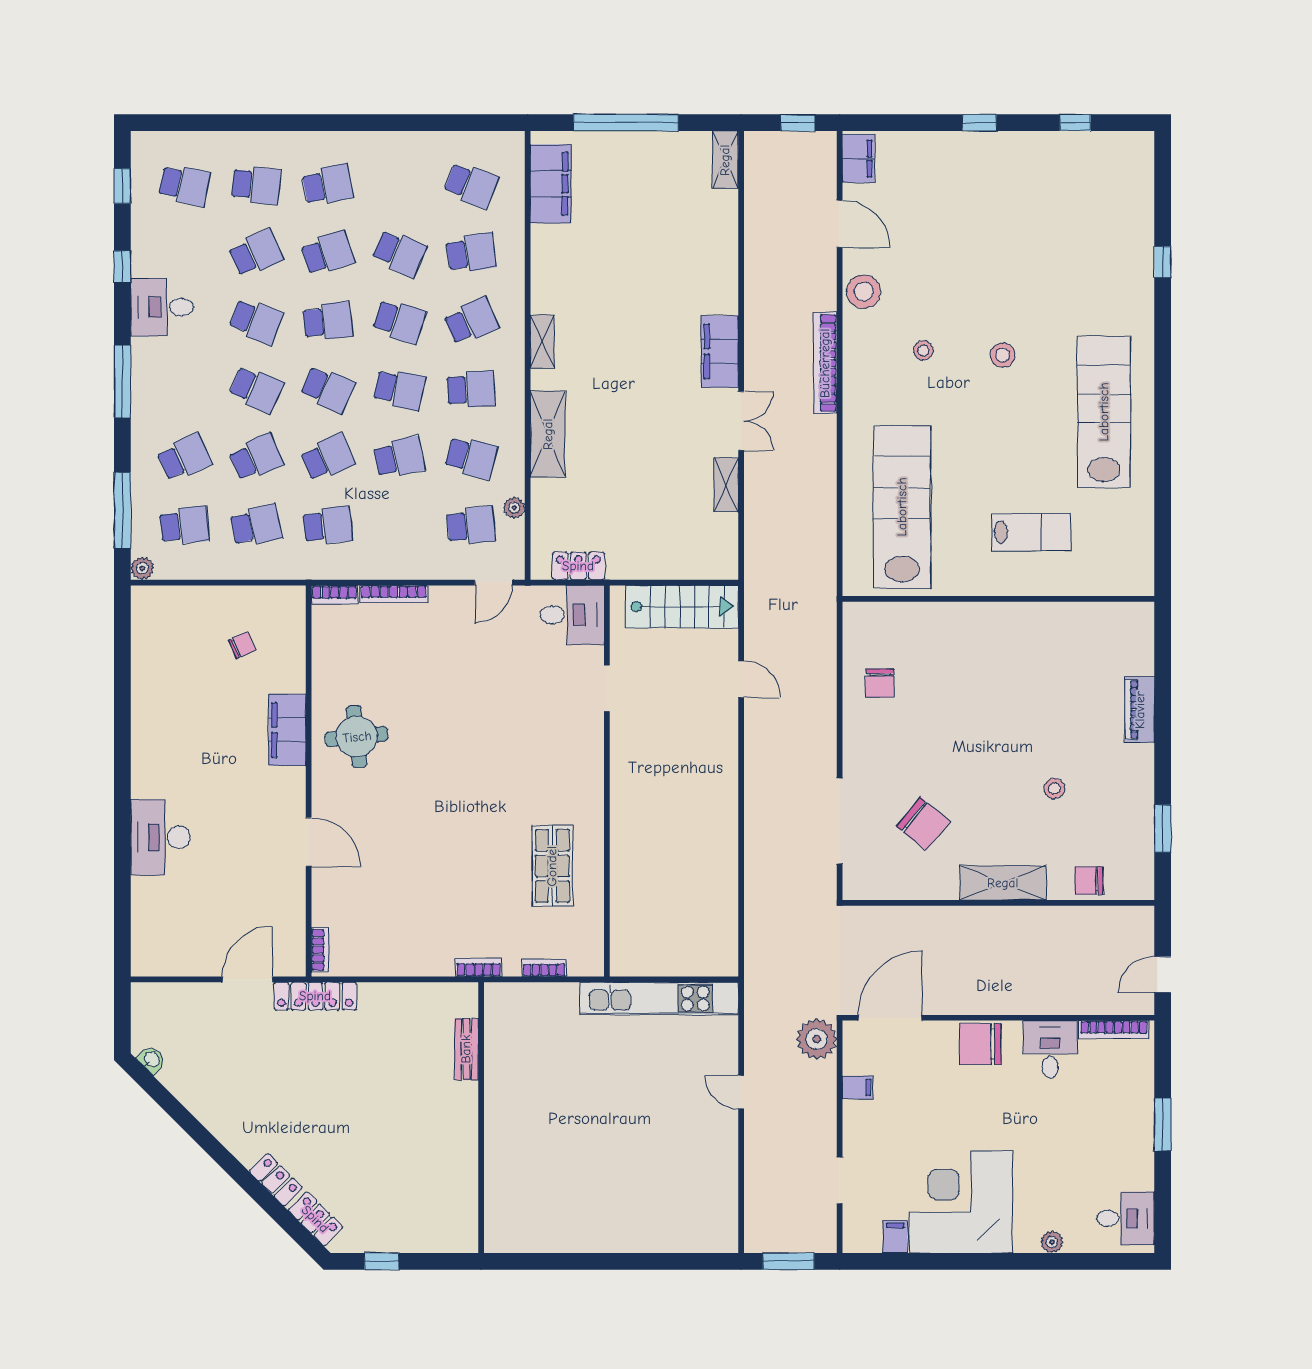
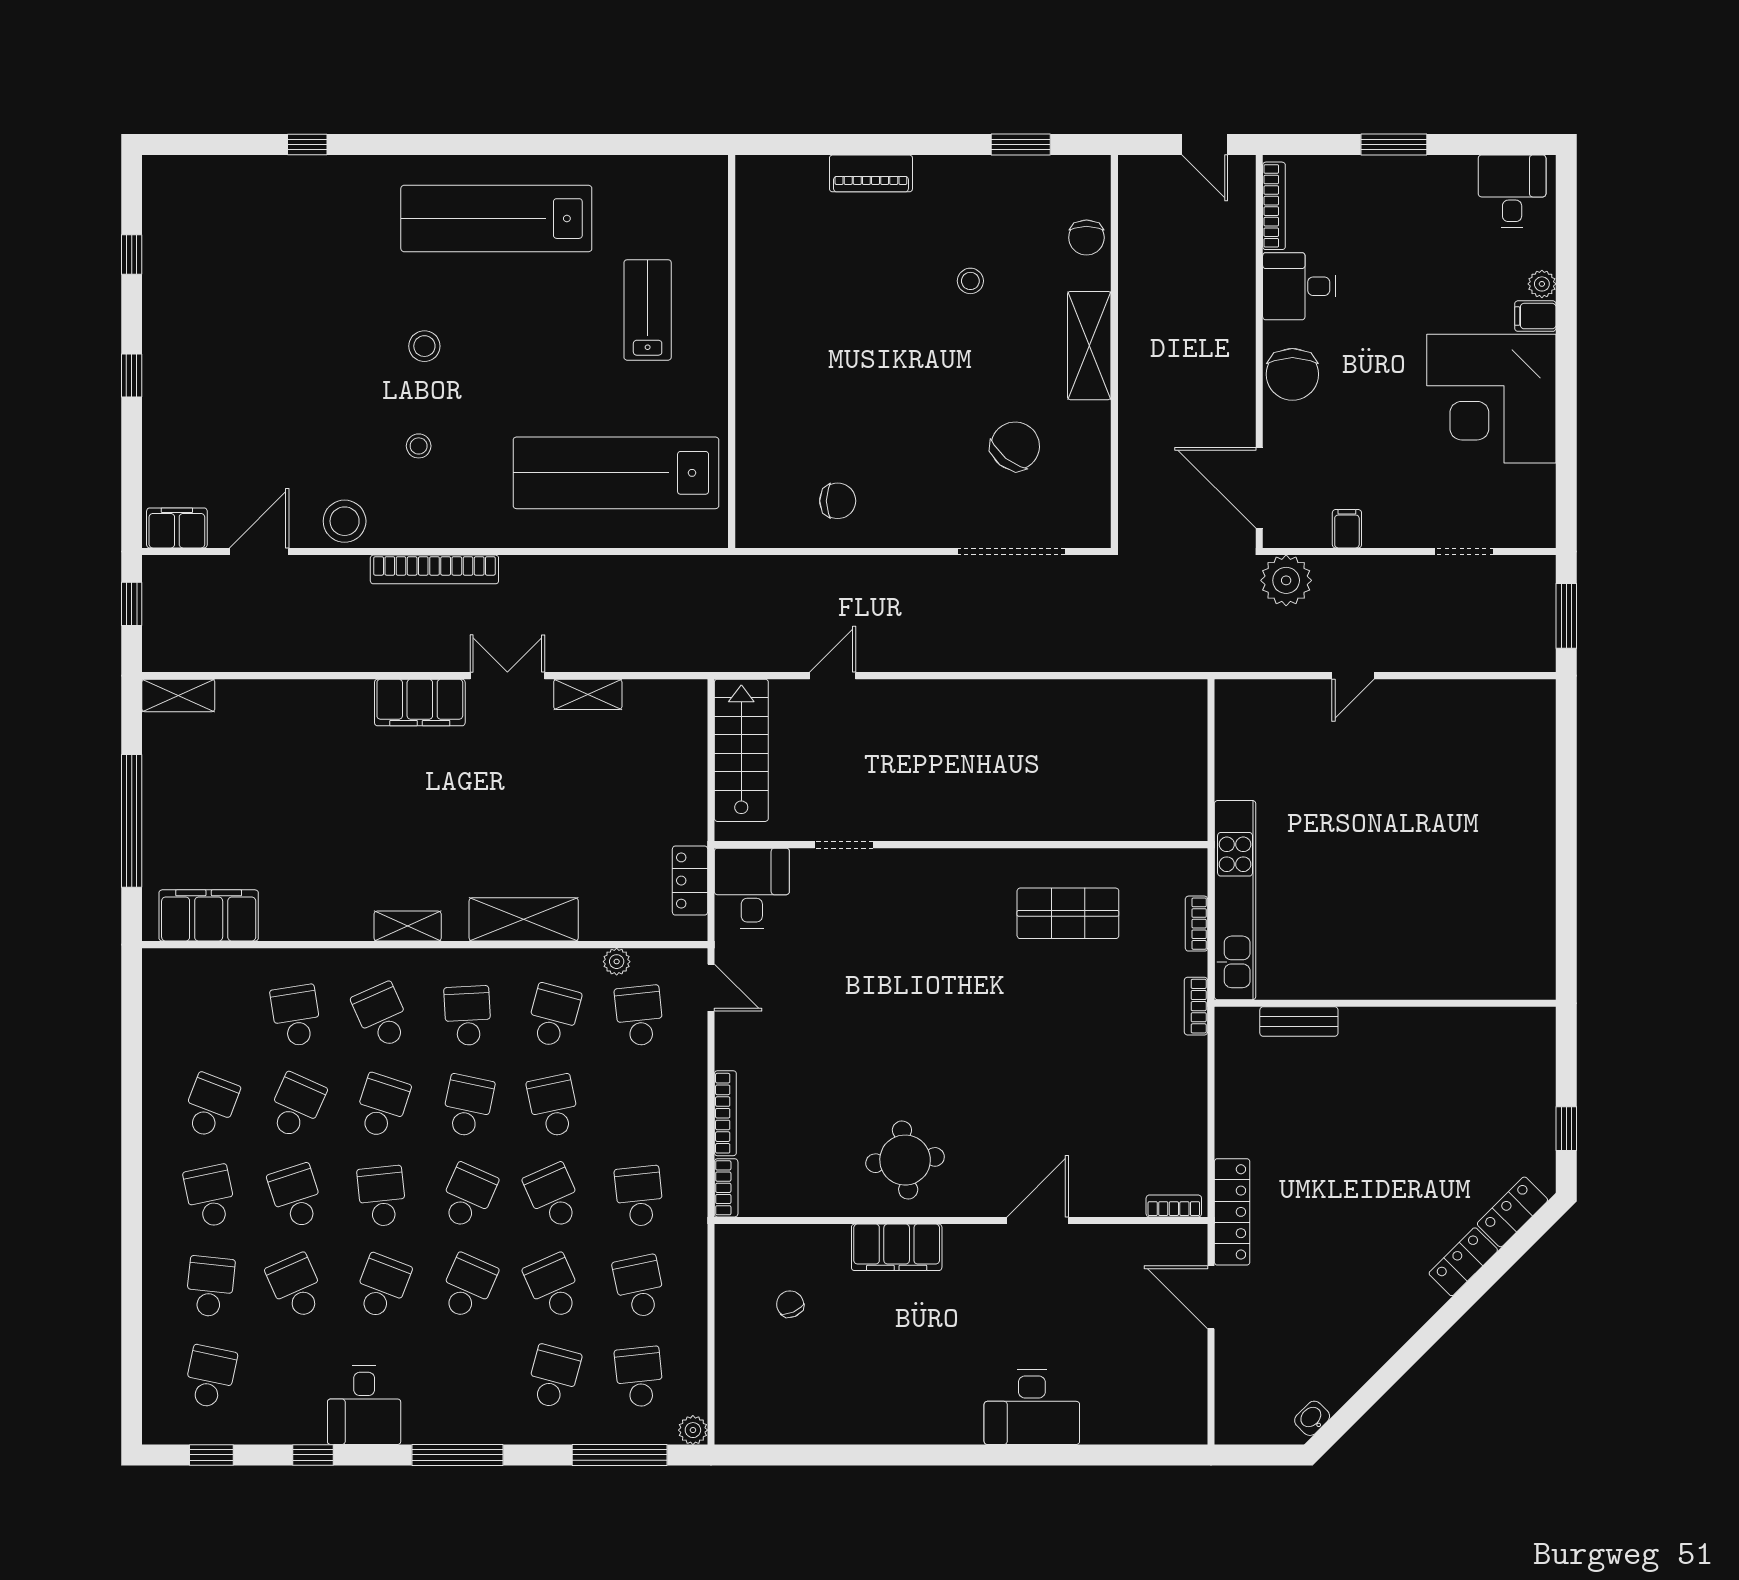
school desk: (471, 185) -> (210, 1106), moved
school desk: (184, 457) -> (553, 1377), turned 39
kitchen unit: (659, 999) -> (1235, 900), moved
filing cabinet: (895, 1237) -> (1535, 316), moved

